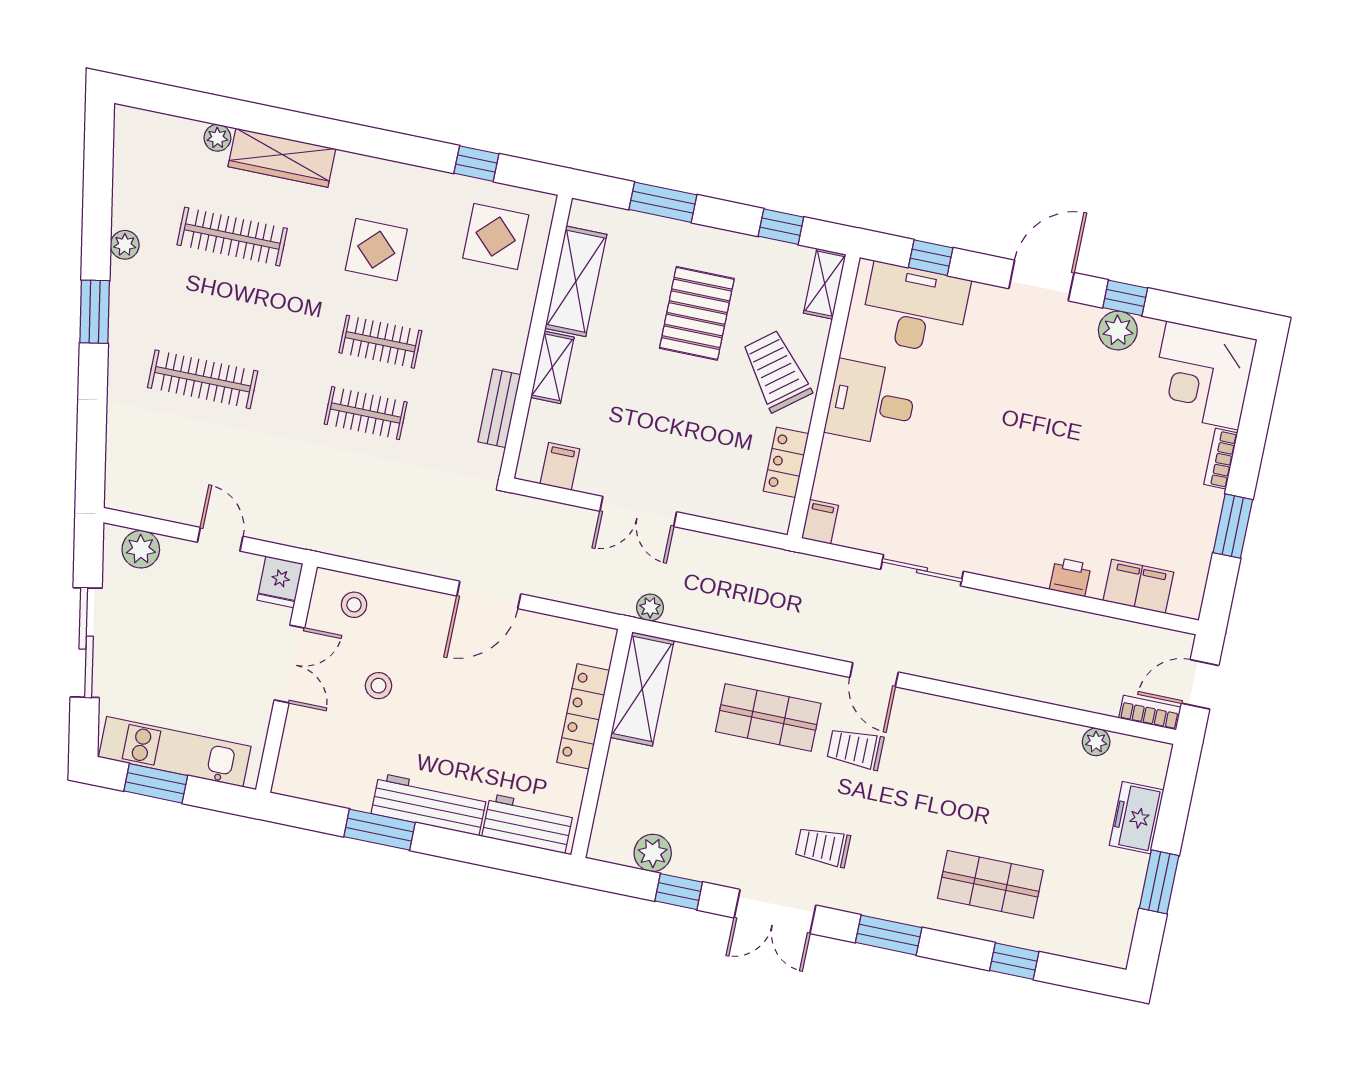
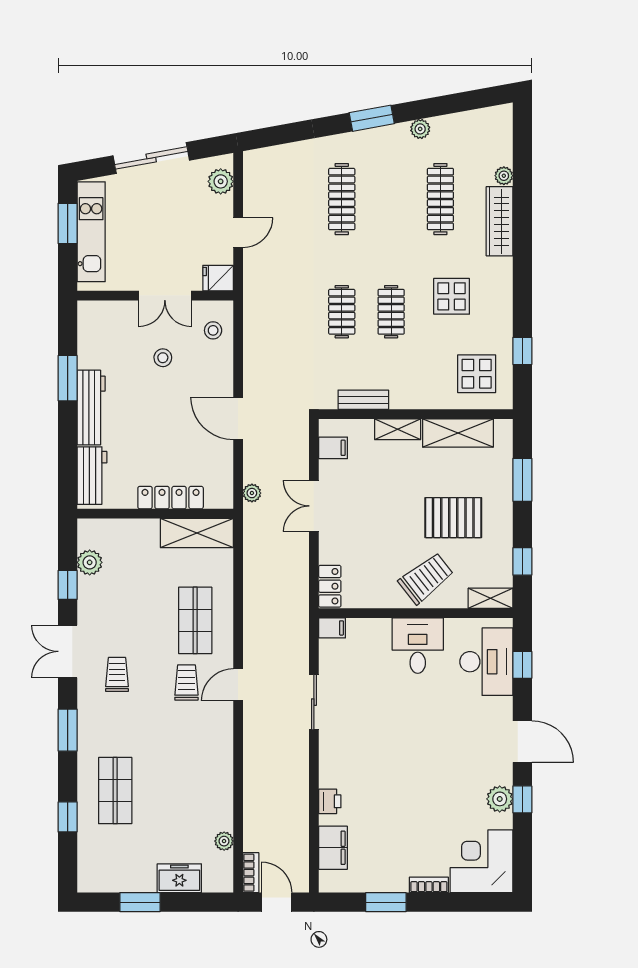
locker: (786, 462) -> (330, 586), moved, turned 90
plant: (650, 607) -> (252, 493), moved

